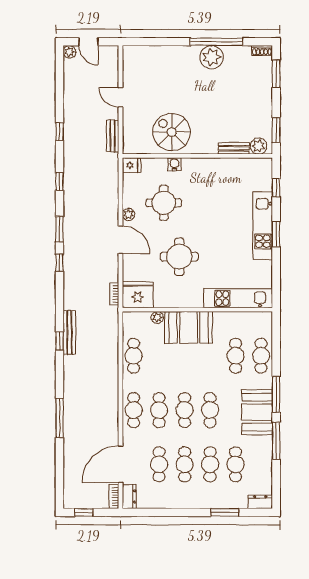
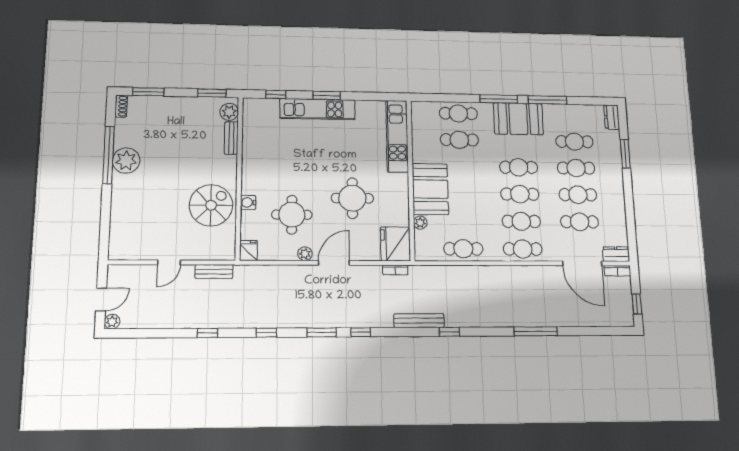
spiral stairs: (172, 132) -> (211, 205), turned 180
bench: (69, 332) -> (419, 321), moved

